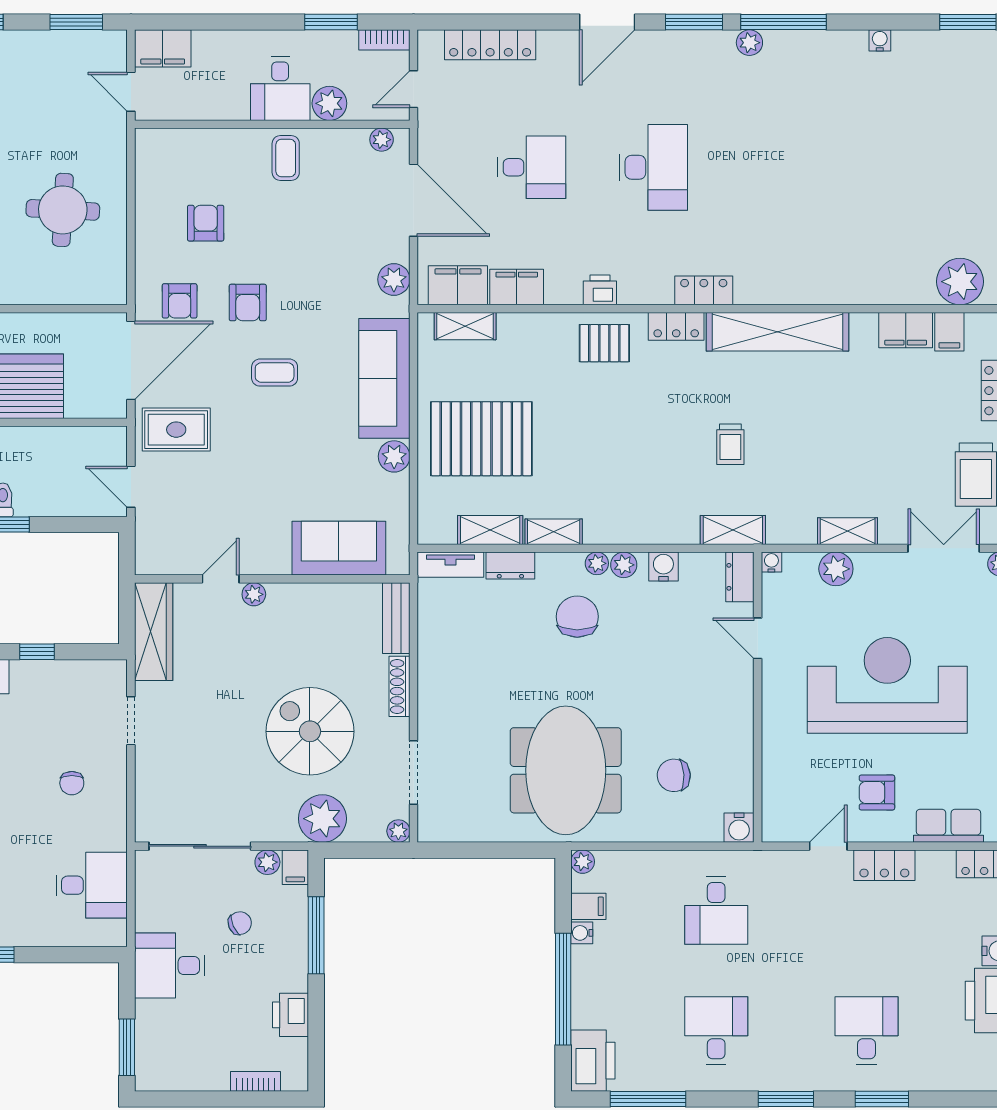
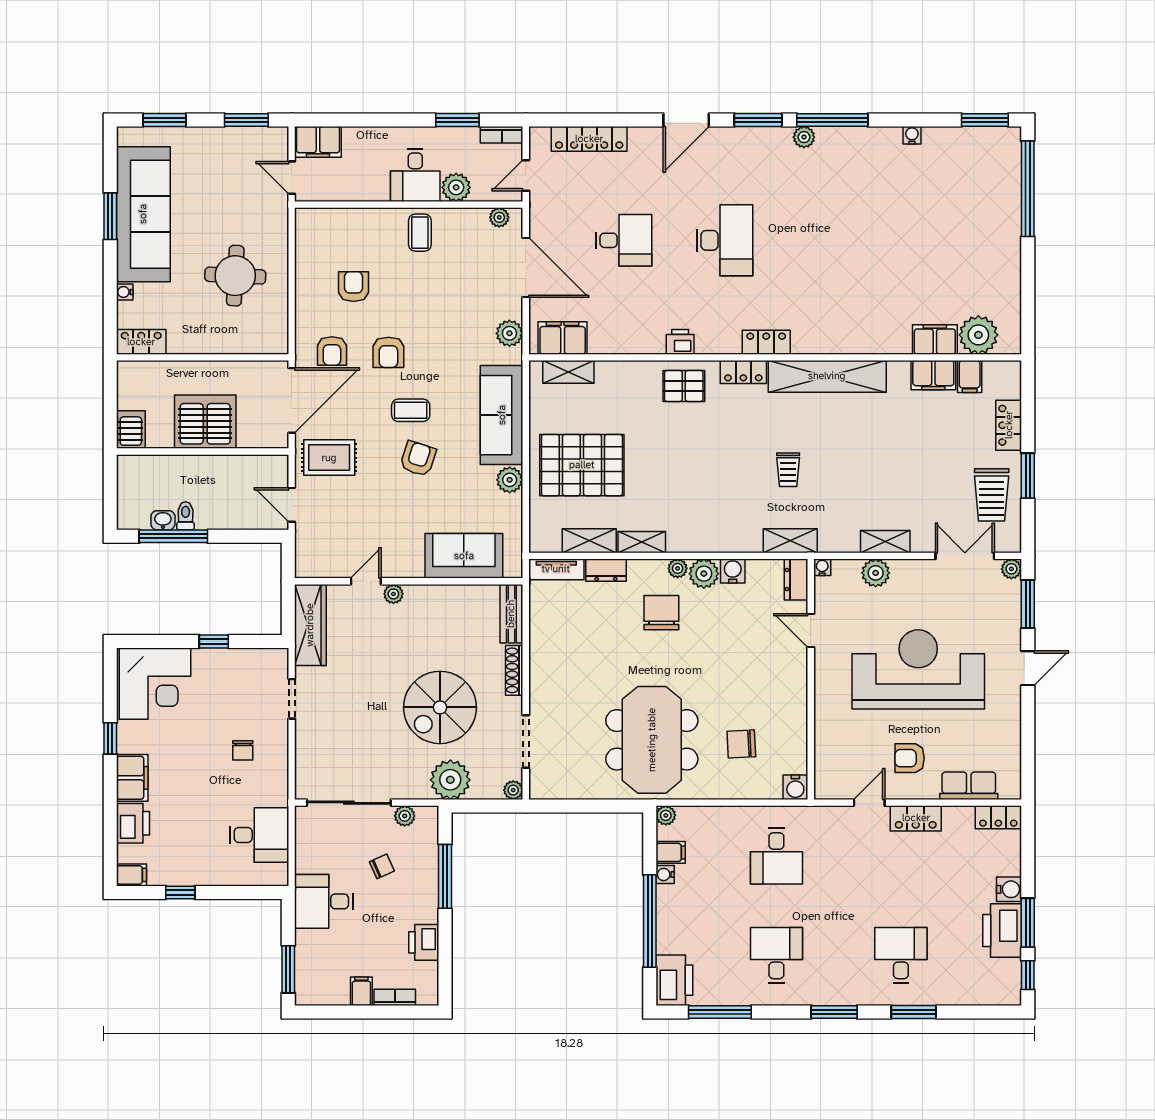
filing cabinet: (517, 287) -> (935, 339), moved
armchair: (284, 431) -> (418, 459), added
plant: (624, 565) -> (704, 574), width x1.38, depth x1.38
spiral stairs: (310, 731) -> (440, 707), turned -90
filing cabinet: (295, 867) -> (361, 991), moved, turned 180

